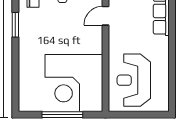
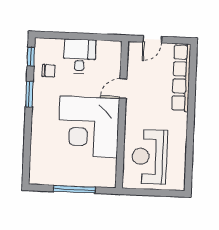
corner desk: (74, 83) -> (89, 127), moved

